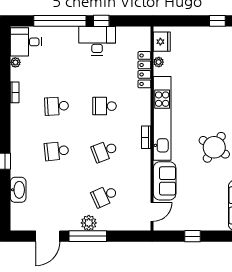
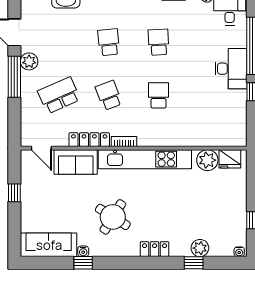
desk: (97, 41) -> (231, 69), moved
plant: (159, 62) -> (207, 160), width x1.88, depth x1.88
locker: (144, 70) -> (89, 140), moved
school desk: (105, 196) -> (59, 95), width x1.85
plant: (89, 223) -> (29, 61), moved

